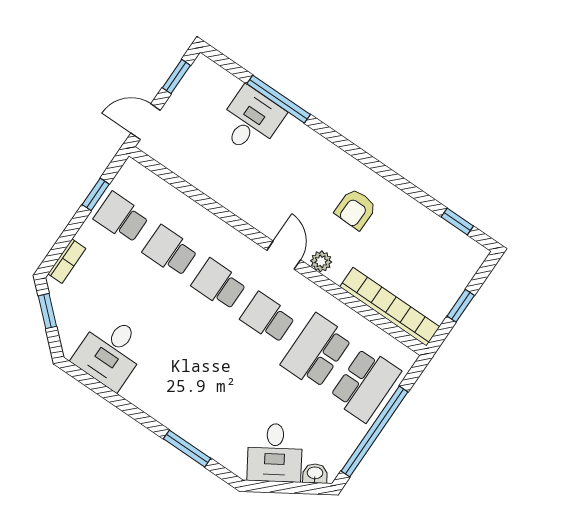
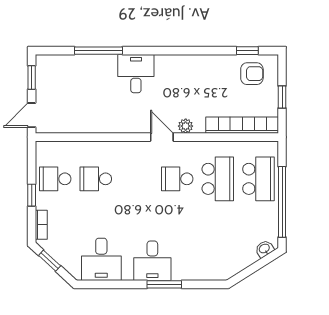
desk: (251, 121) -> (136, 74), moved
window: (96, 194) -> (32, 195), moved
armchair: (356, 209) -> (252, 74), moved, turned -91
school desk: (219, 284) -> (136, 179), removed
school desk: (316, 351) -> (218, 179), turned 180
window: (187, 449) -> (164, 284), moved
desk: (275, 453) -> (152, 261), moved, turned 32

